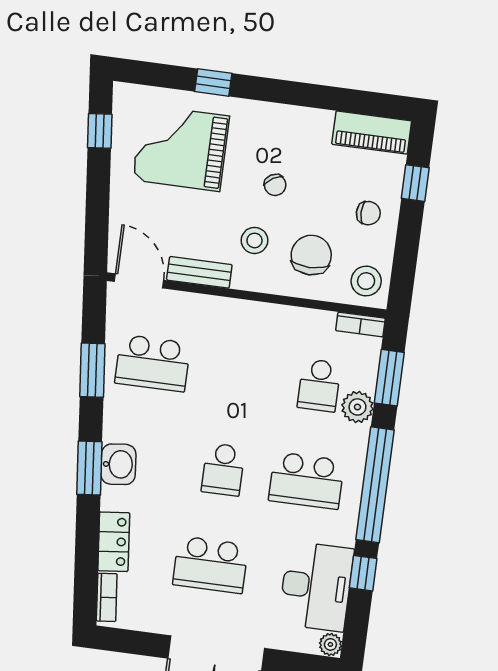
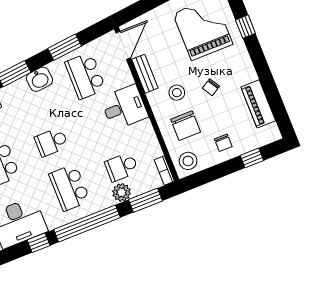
piano: (372, 133) -> (258, 104), moved
chair: (311, 255) -> (186, 126), turned 90
desk: (232, 332) -> (124, 107), added
washbasin: (118, 464) -> (39, 79), moved

